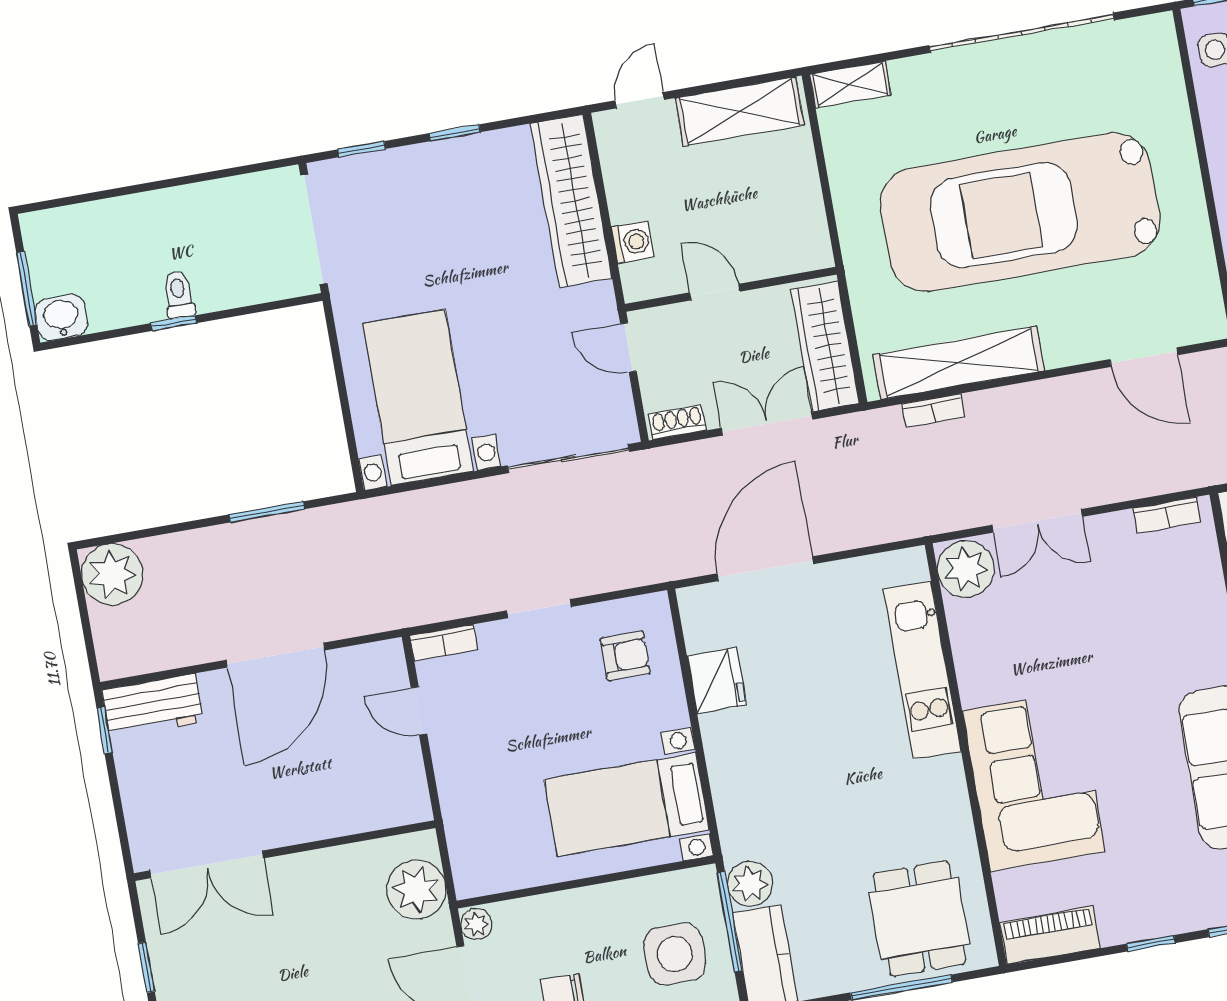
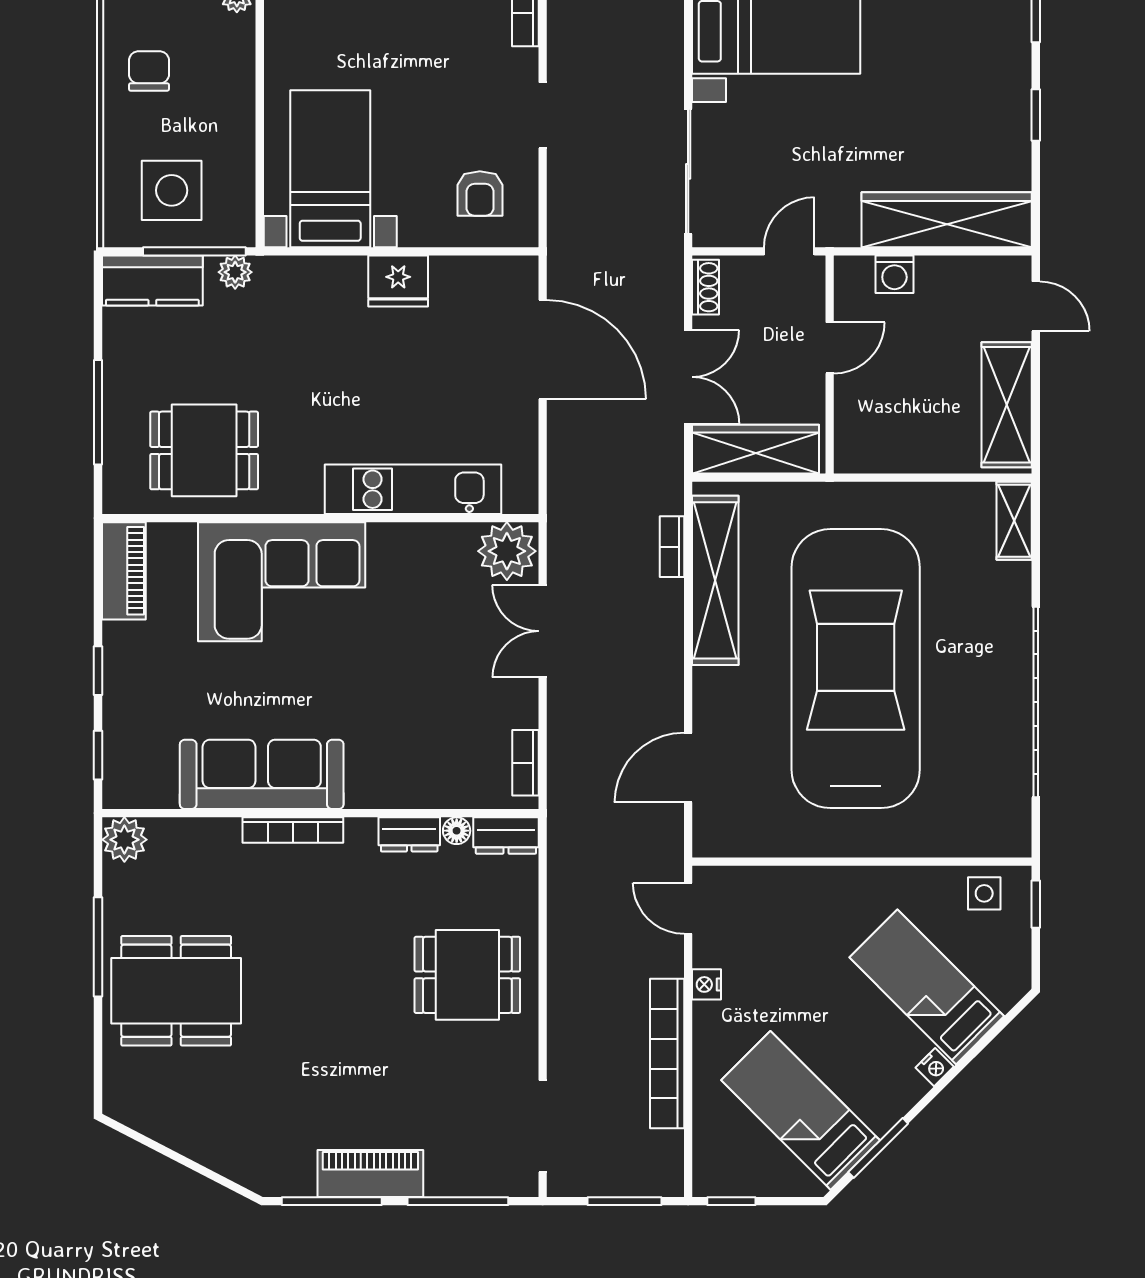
fridge: (717, 681) -> (398, 281), moved
plant: (750, 884) -> (235, 272), width x0.73, depth x0.73
dining table: (919, 919) -> (204, 450), moved

